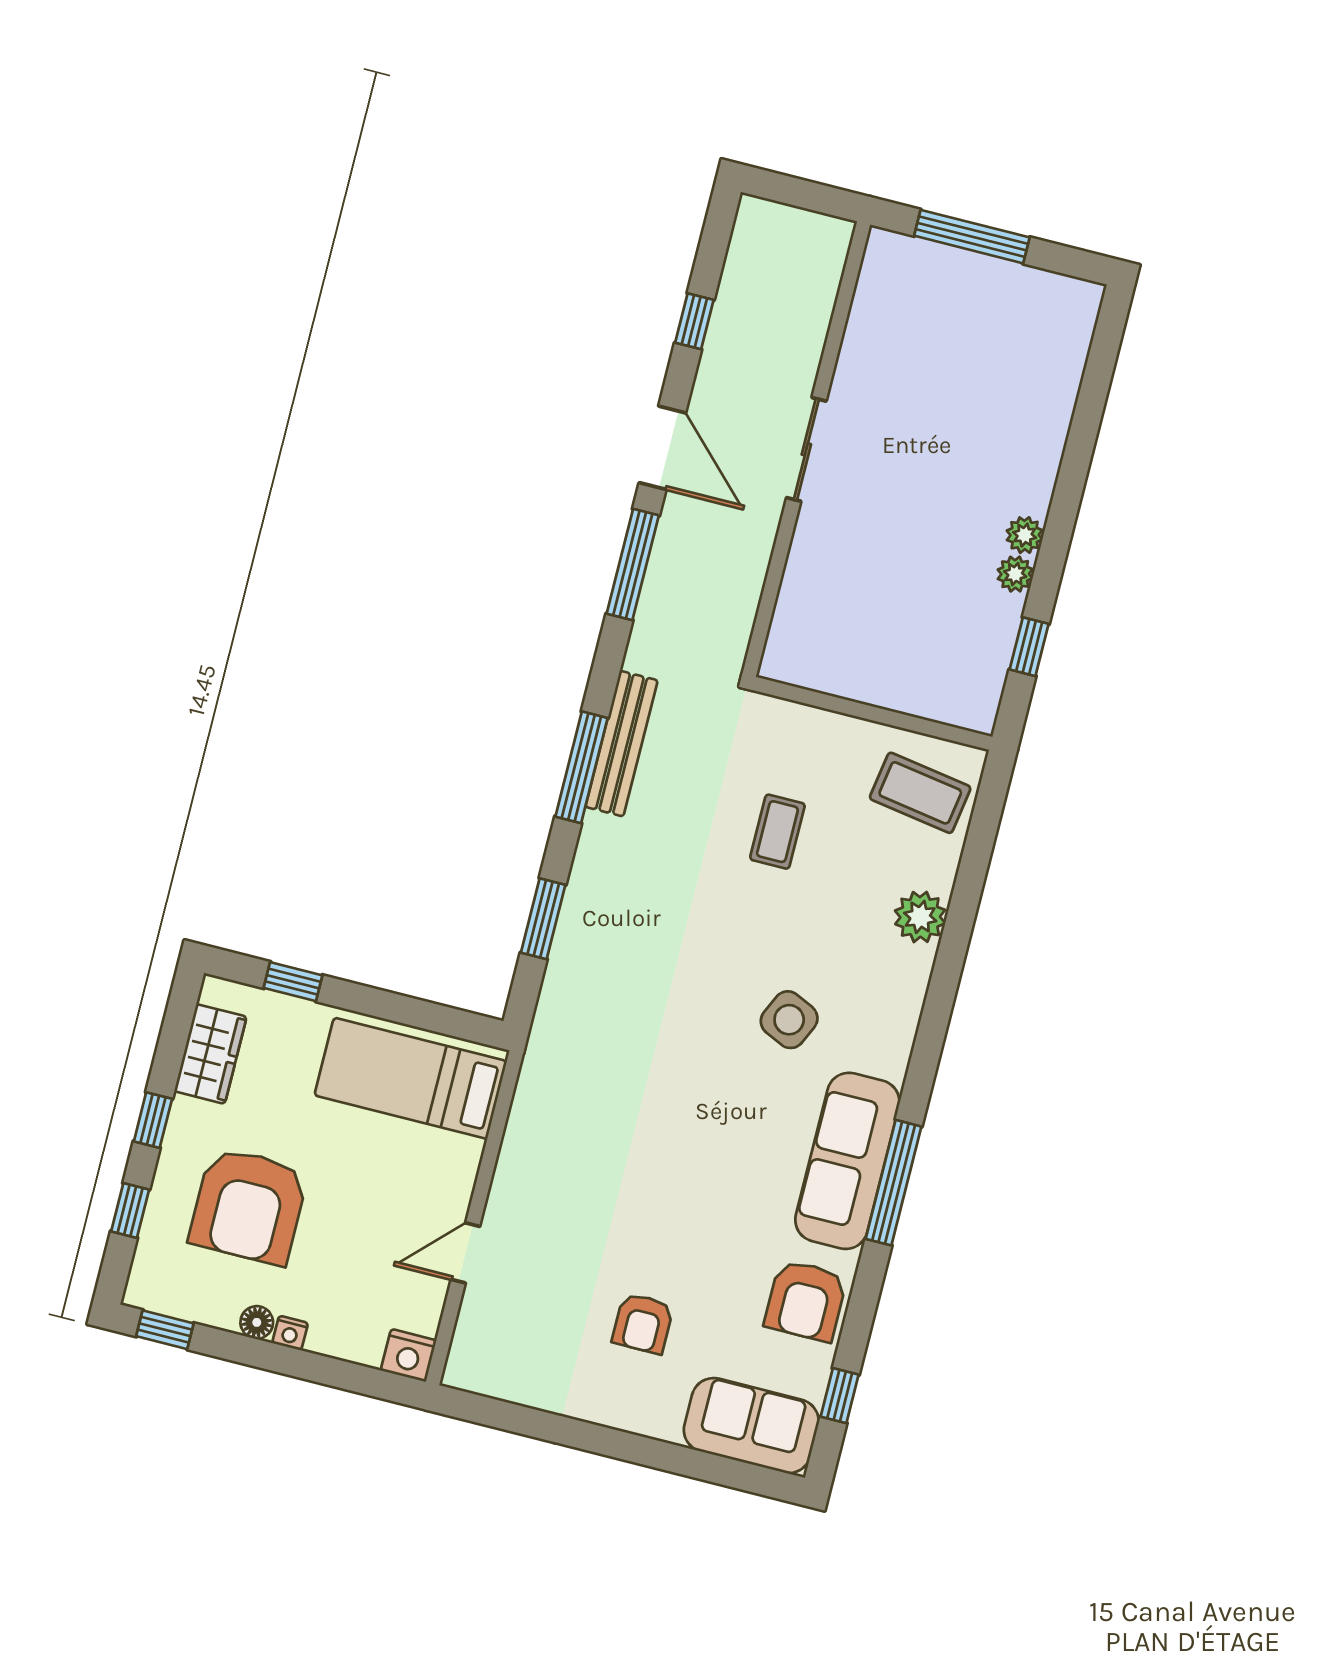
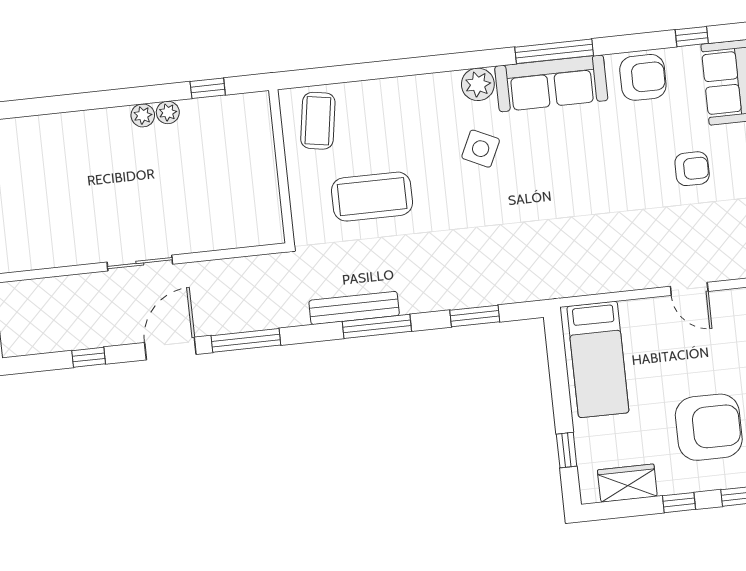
coffee table: (777, 832) -> (372, 197), width x1.86, depth x1.72
plant: (920, 917) -> (478, 84), moved

